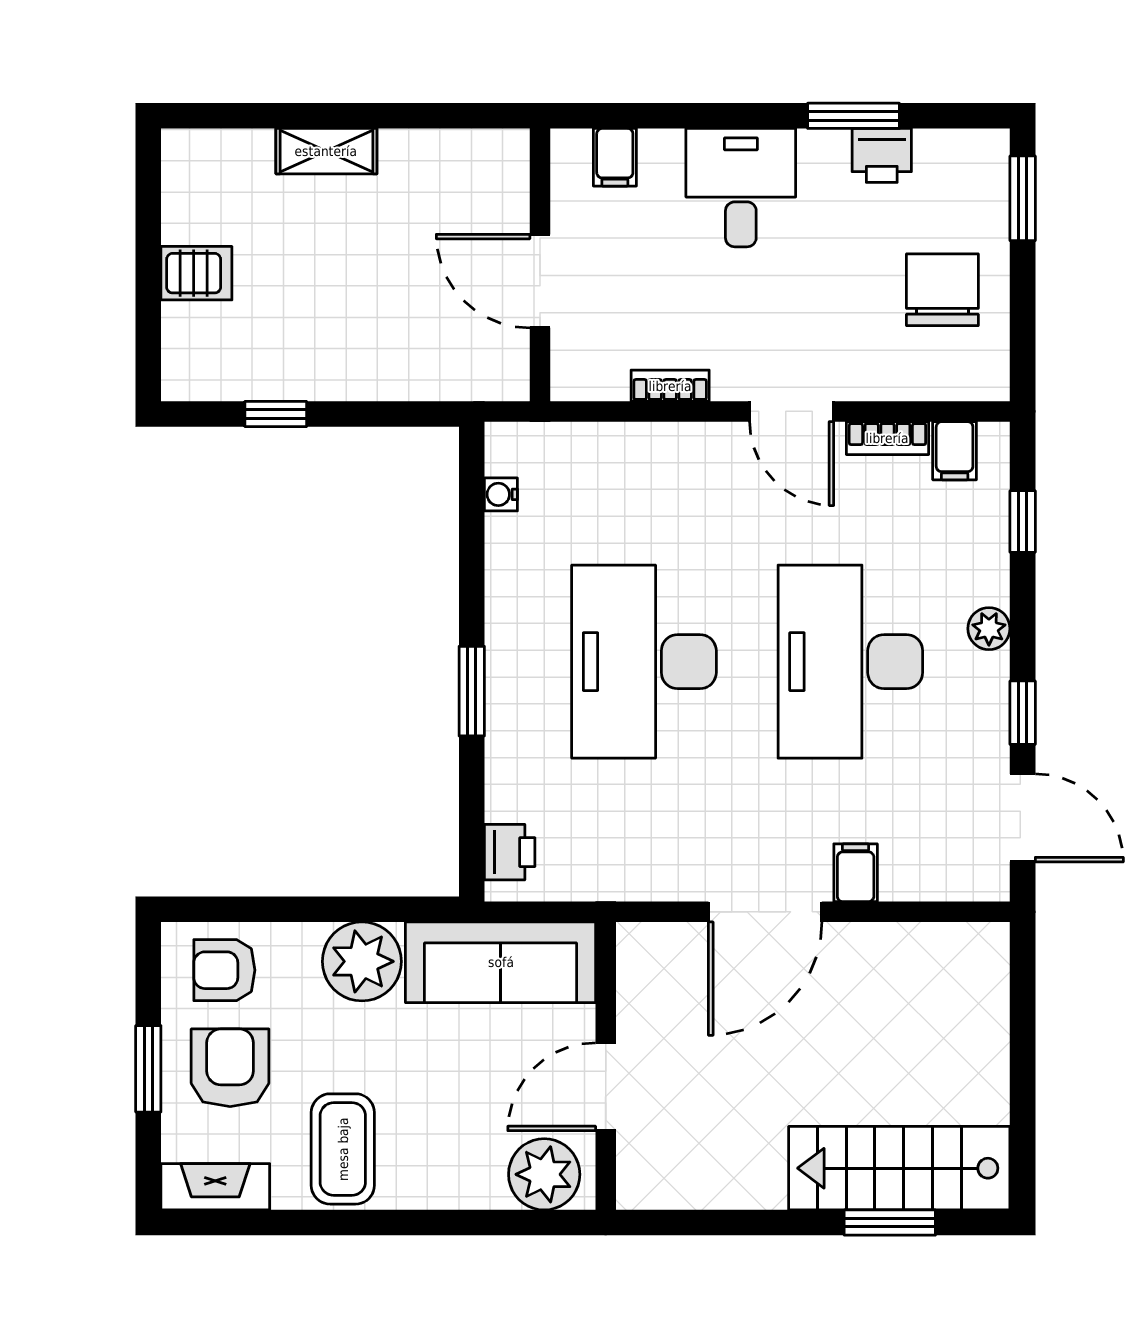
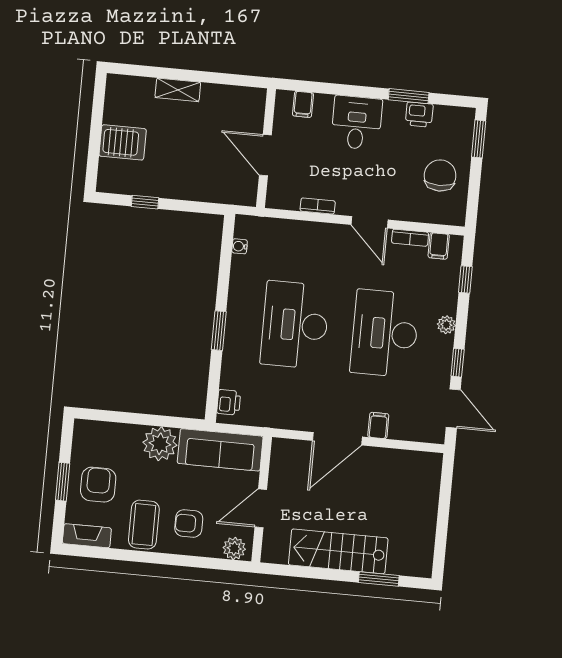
server rack: (196, 273) -> (123, 142), width x1.36, depth x1.44
armchair: (224, 970) -> (189, 523), moved
stairs: (899, 1168) -> (338, 551), moved
plant: (544, 1174) -> (234, 548), width x0.73, depth x0.73

